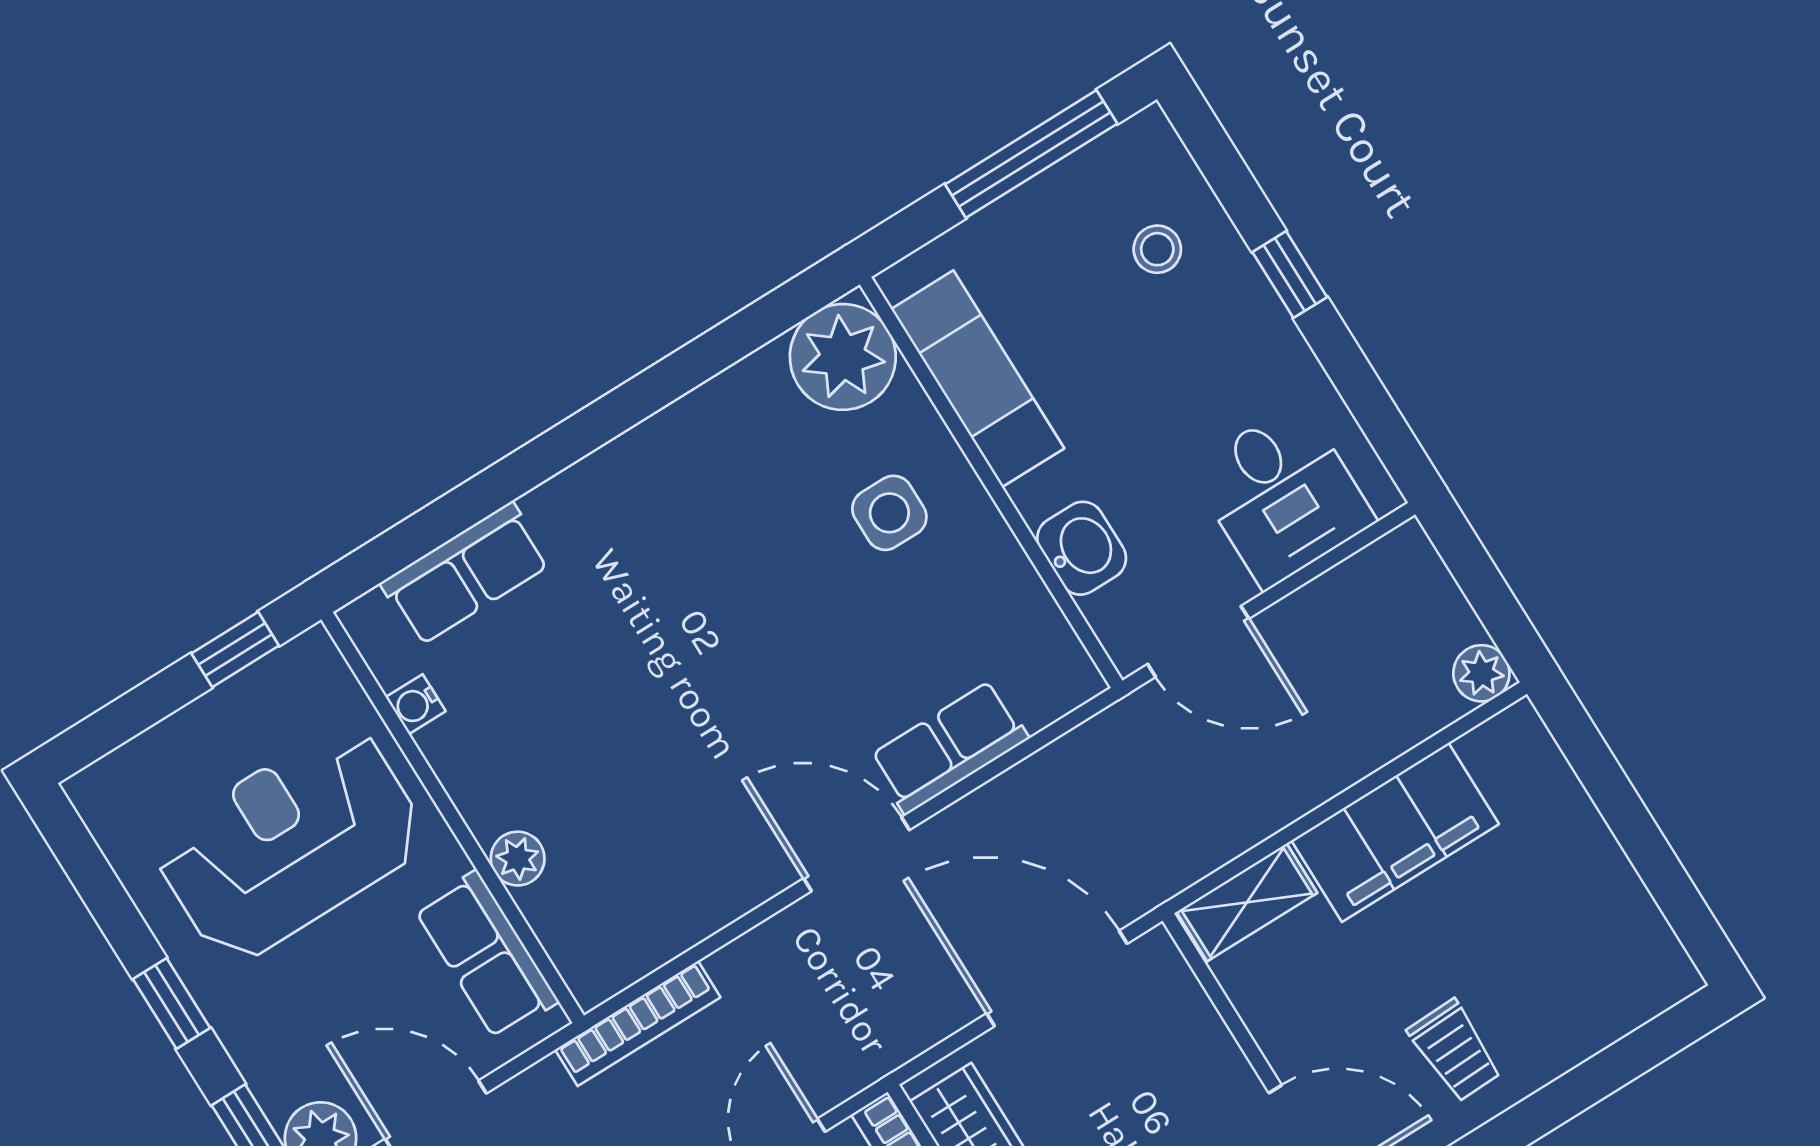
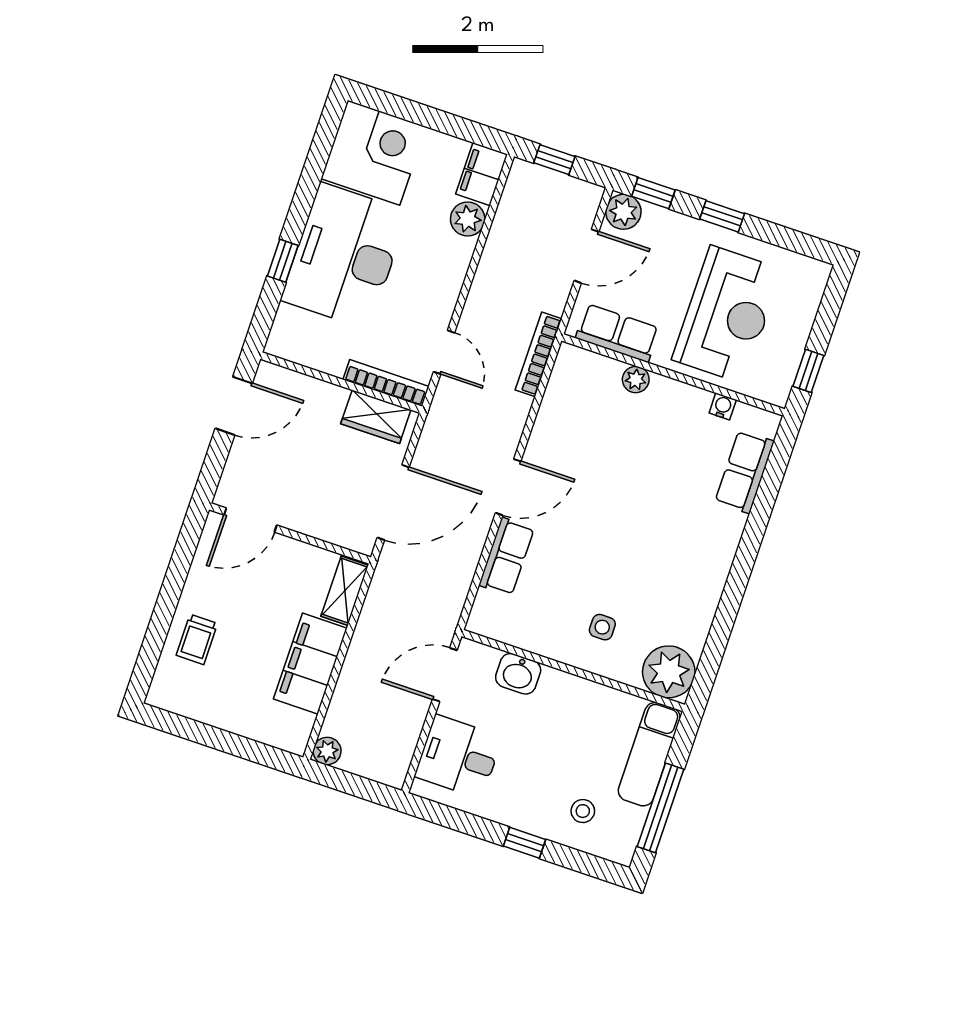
exam couch: (978, 379) -> (649, 754), moved, turned 90
side table: (889, 513) -> (602, 627), width x0.73, depth x0.73
trolley: (1455, 1051) -> (197, 639), moved, turned -88

